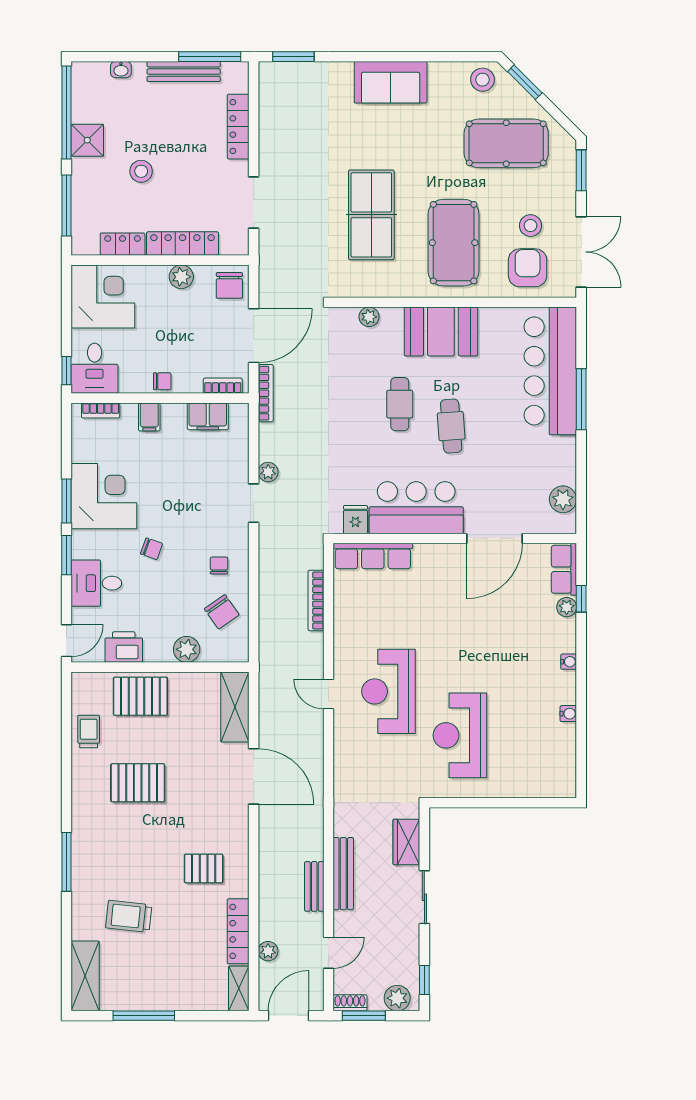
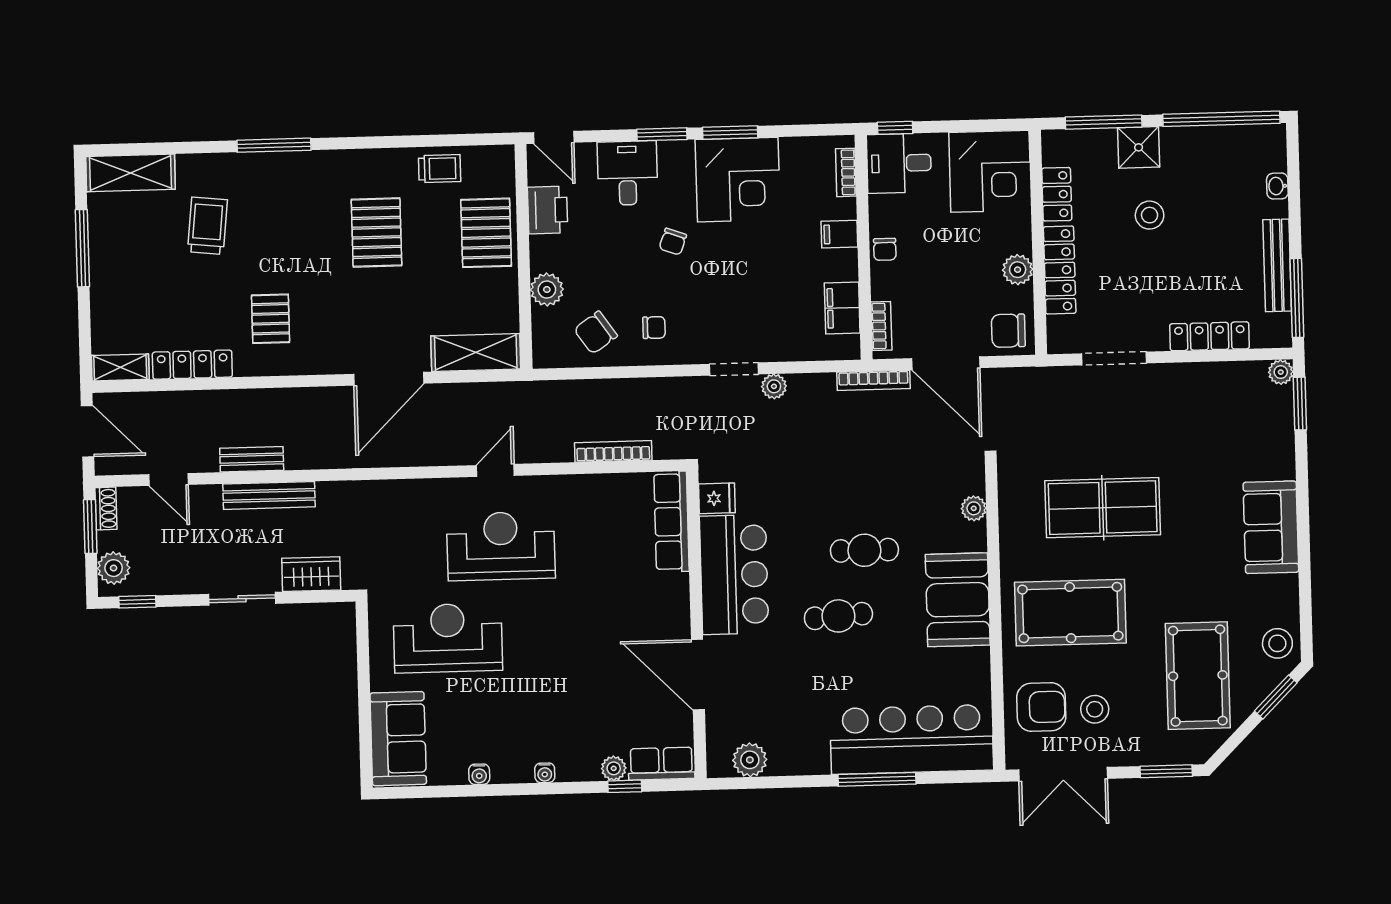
shower: (87, 140) -> (1139, 147), moved
sofa: (538, 777) -> (398, 739), added
plant: (268, 951) -> (1281, 372), moved

